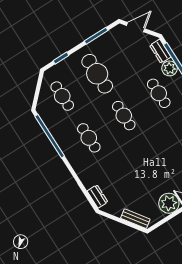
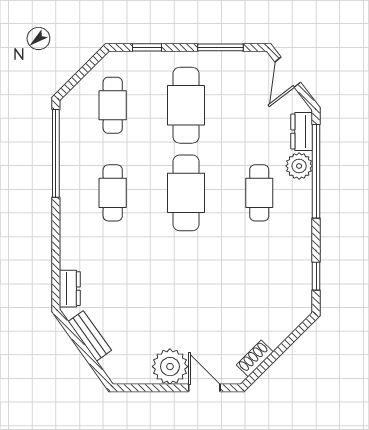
door: (136, 27) -> (288, 72), swing flipped
cafe table: (124, 116) -> (186, 193), width x1.37, depth x1.35
bench: (135, 219) -> (90, 336), moved

